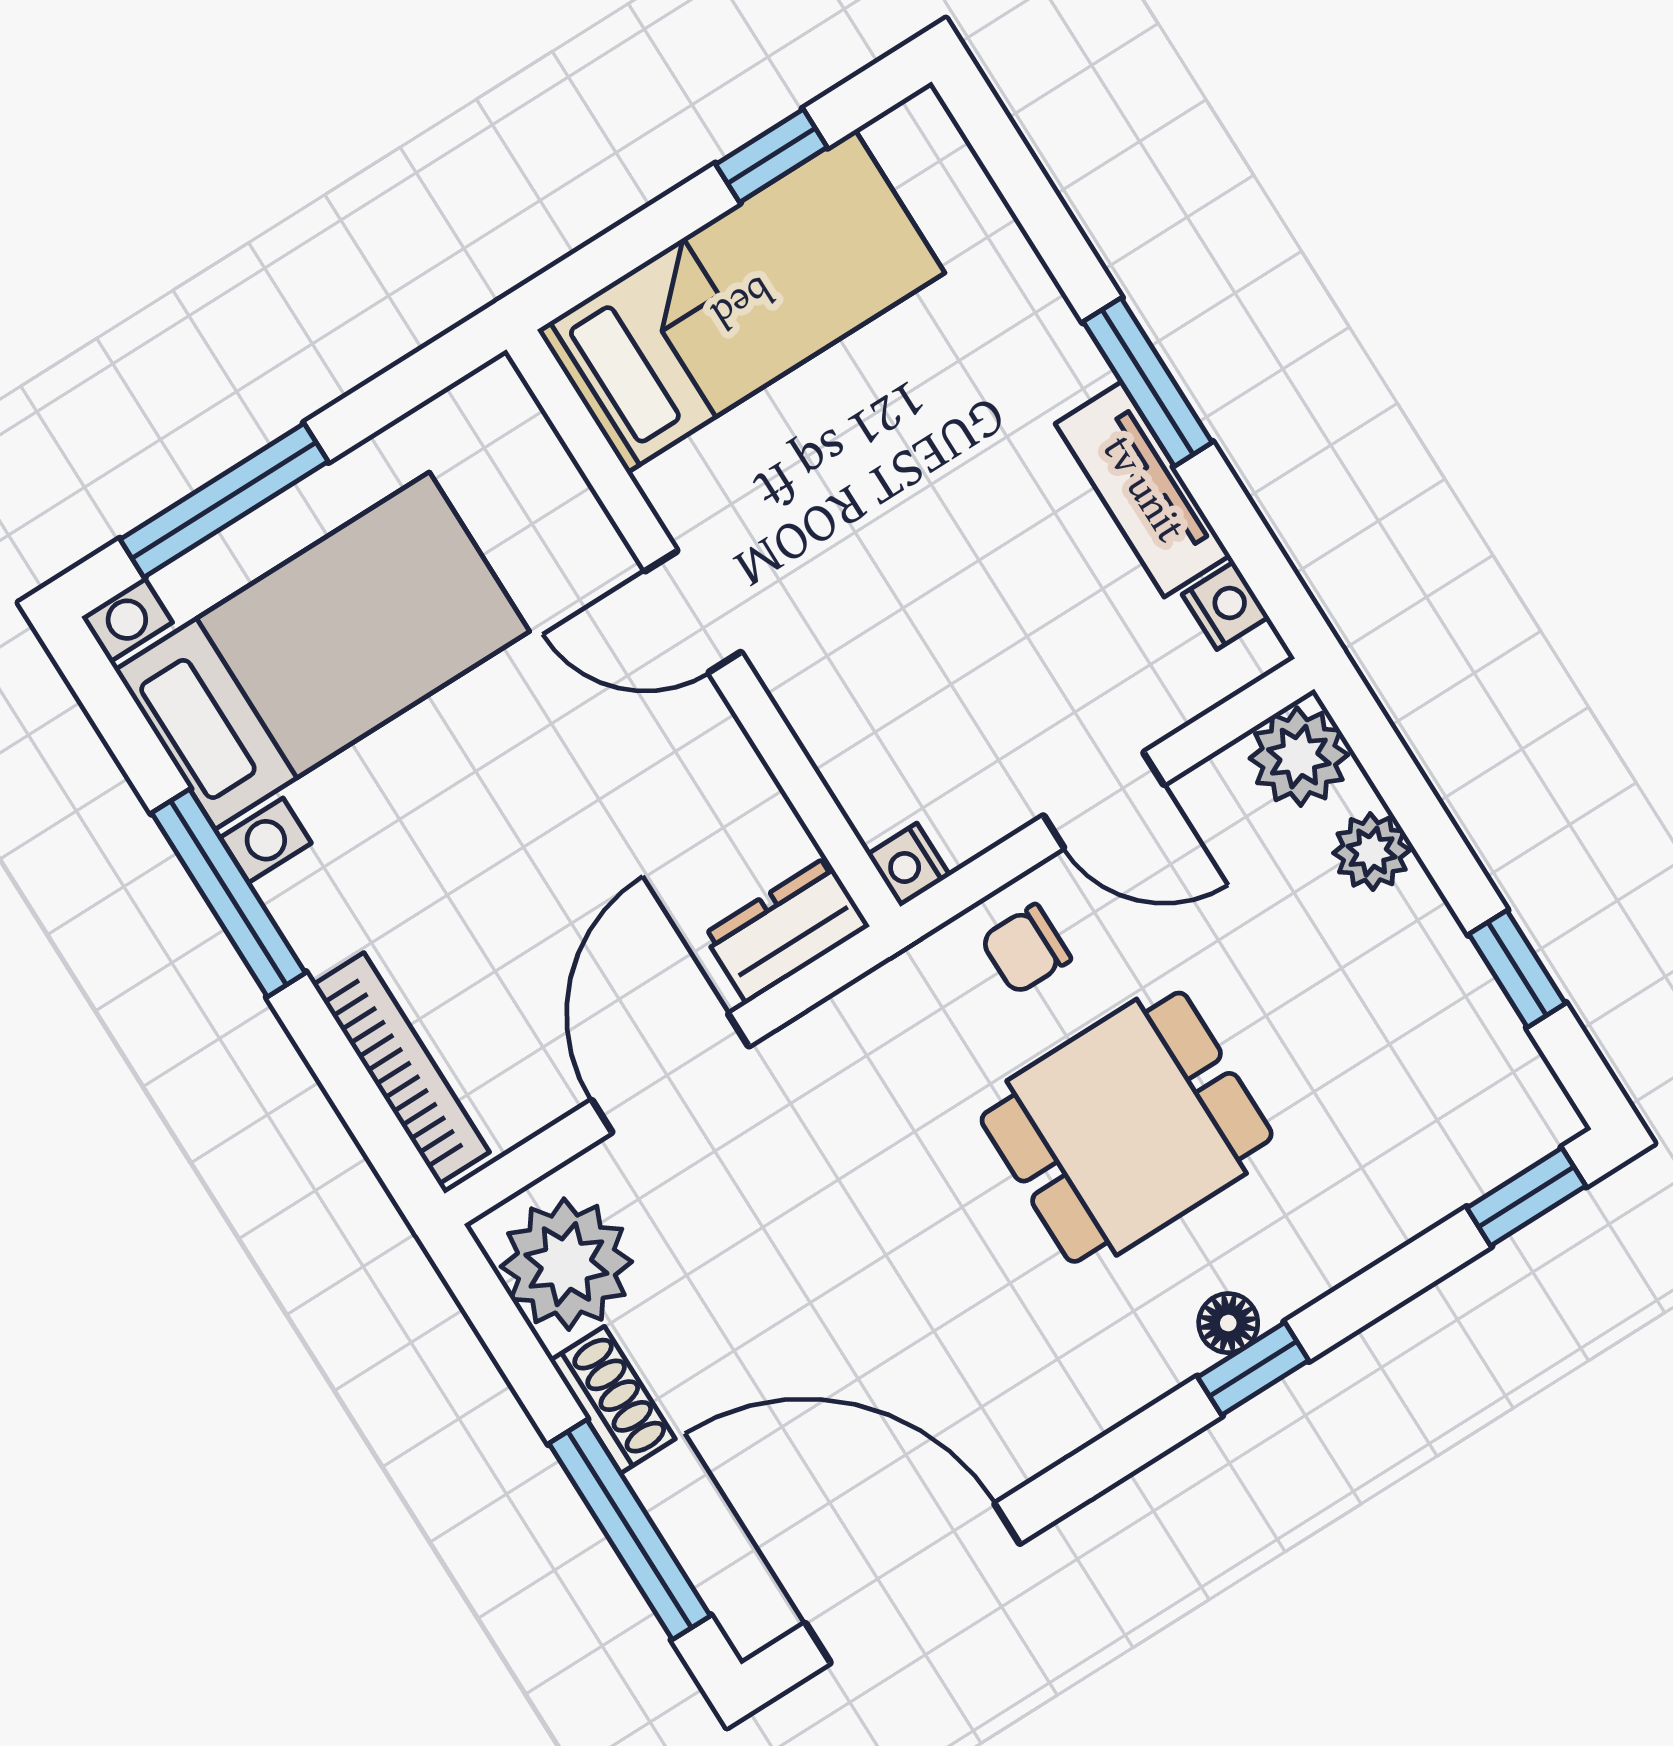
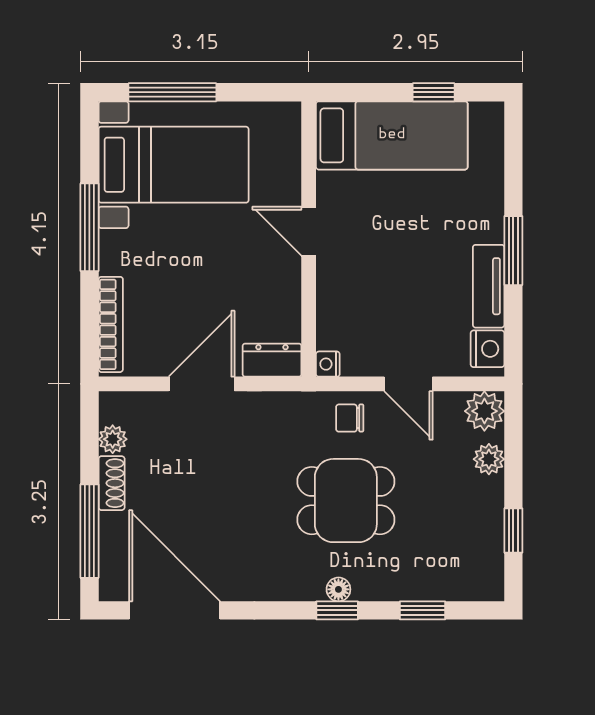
nightstand: (1225, 606) -> (487, 349), width x1.39, depth x1.35
window: (1526, 1197) -> (422, 610), moved
plant: (566, 1264) -> (113, 439), width x0.53, depth x0.53

